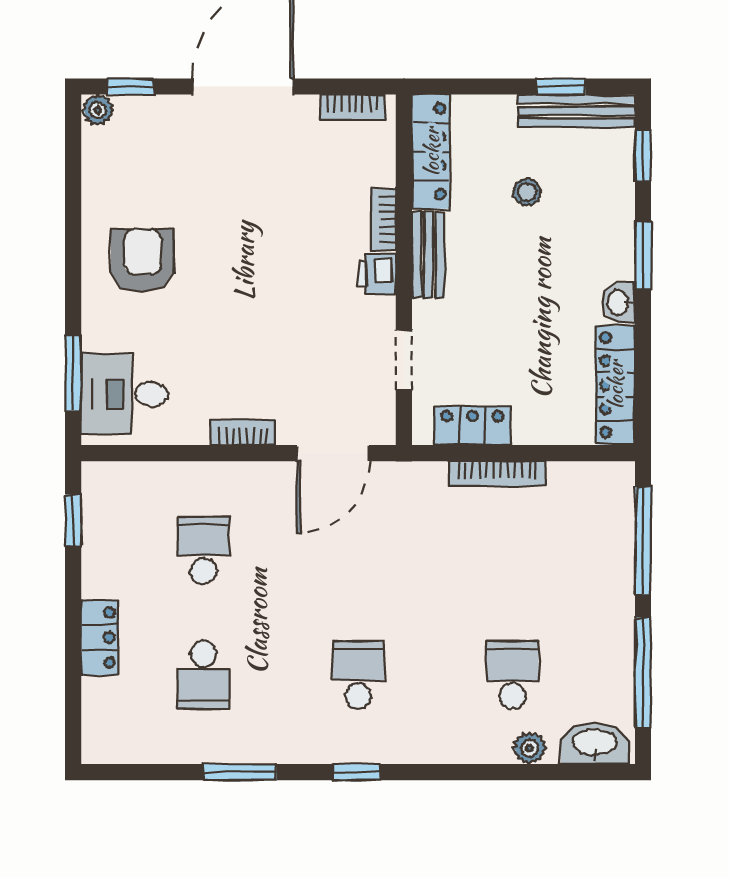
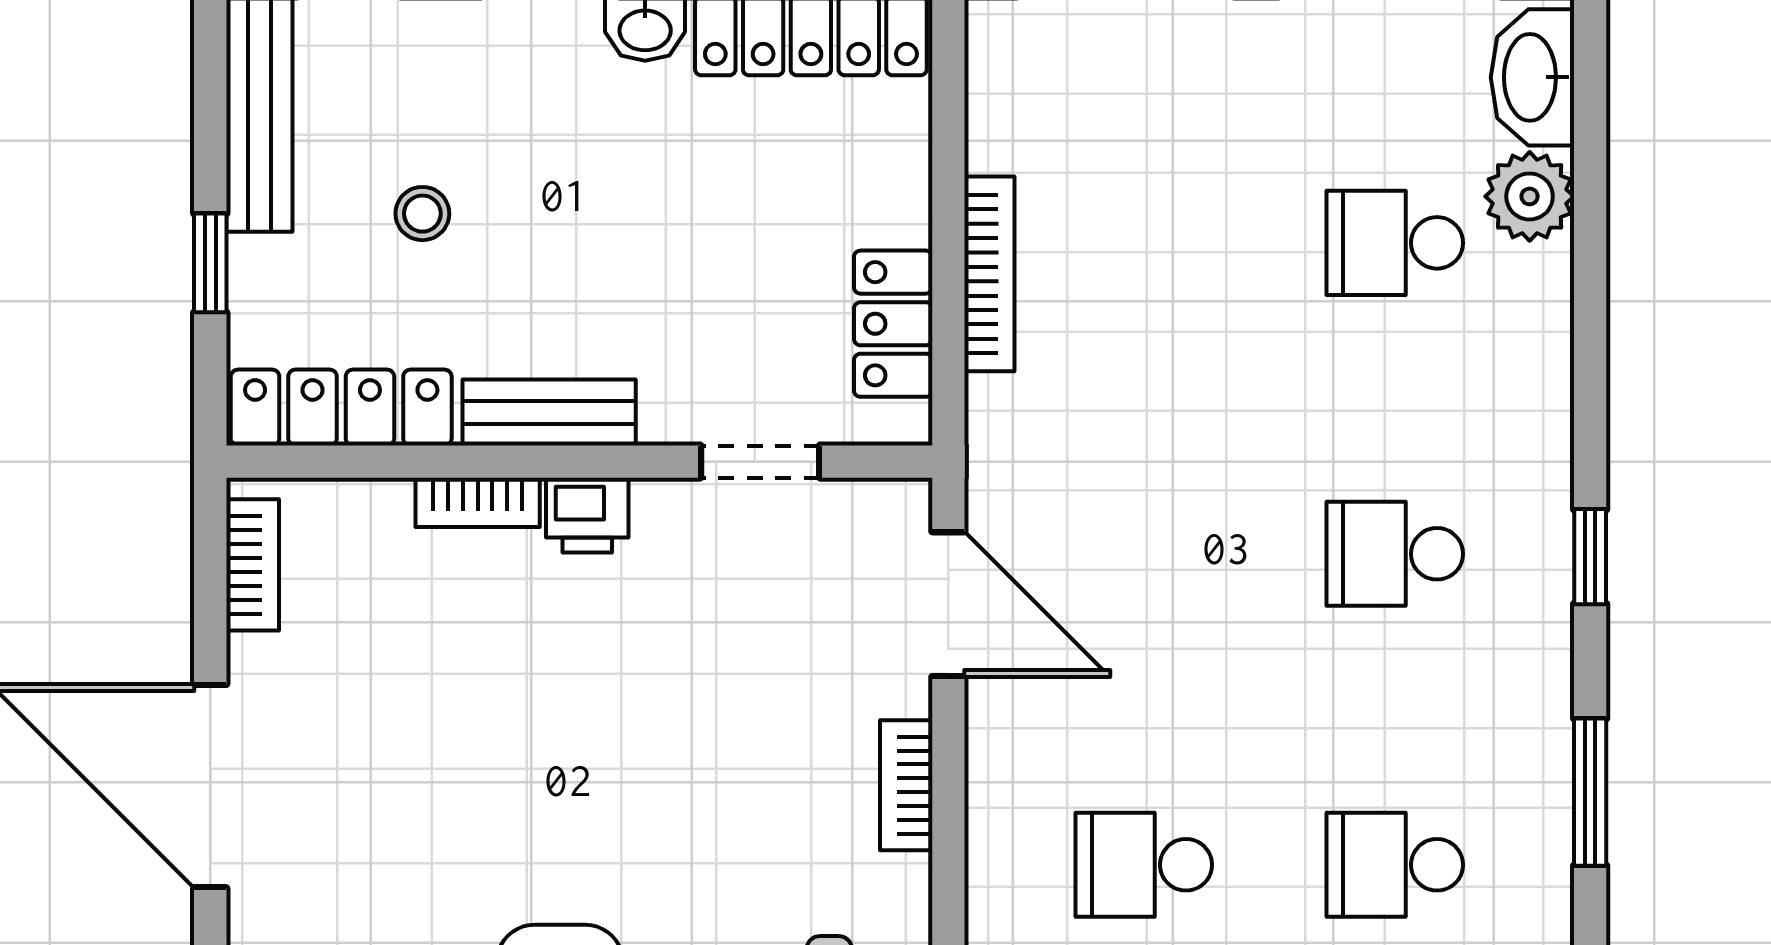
window: (561, 87) -> (210, 263), moved
school desk: (204, 675) -> (1395, 865), turned 180
plant: (530, 748) -> (1530, 196), width x1.38, depth x1.38

